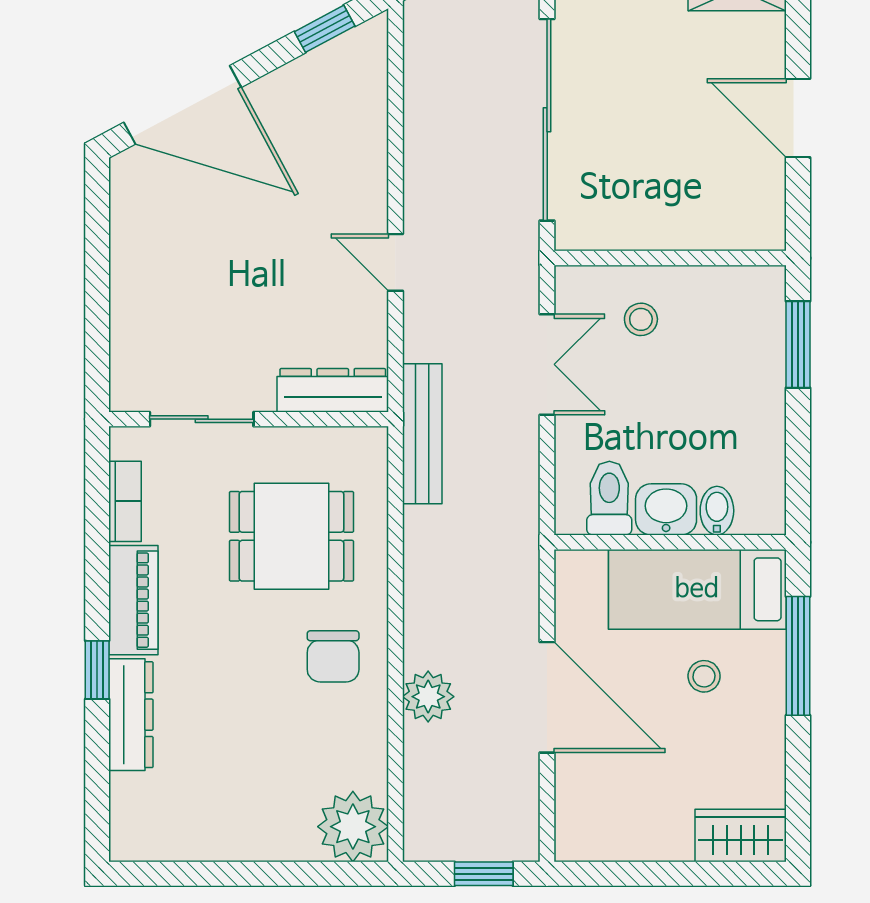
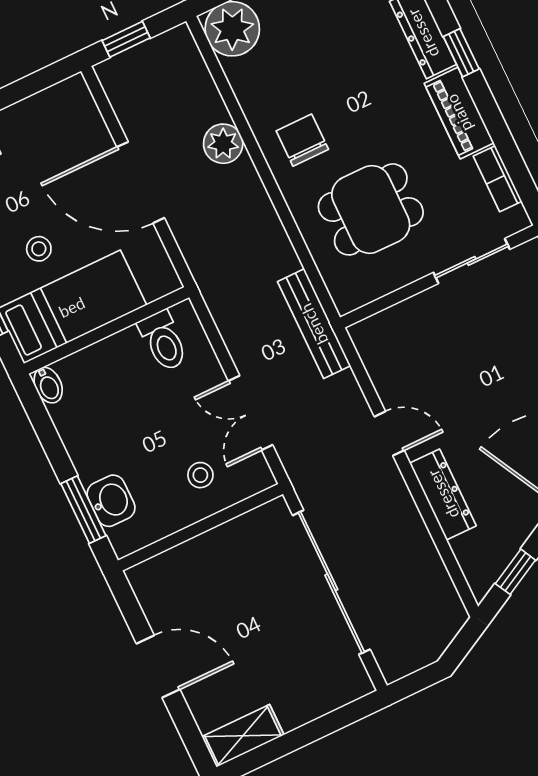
dresser: (333, 390) -> (443, 494), moved, turned -90
washbasin: (666, 509) -> (111, 501), moved, turned -90
bidet: (717, 511) -> (48, 385), moved

